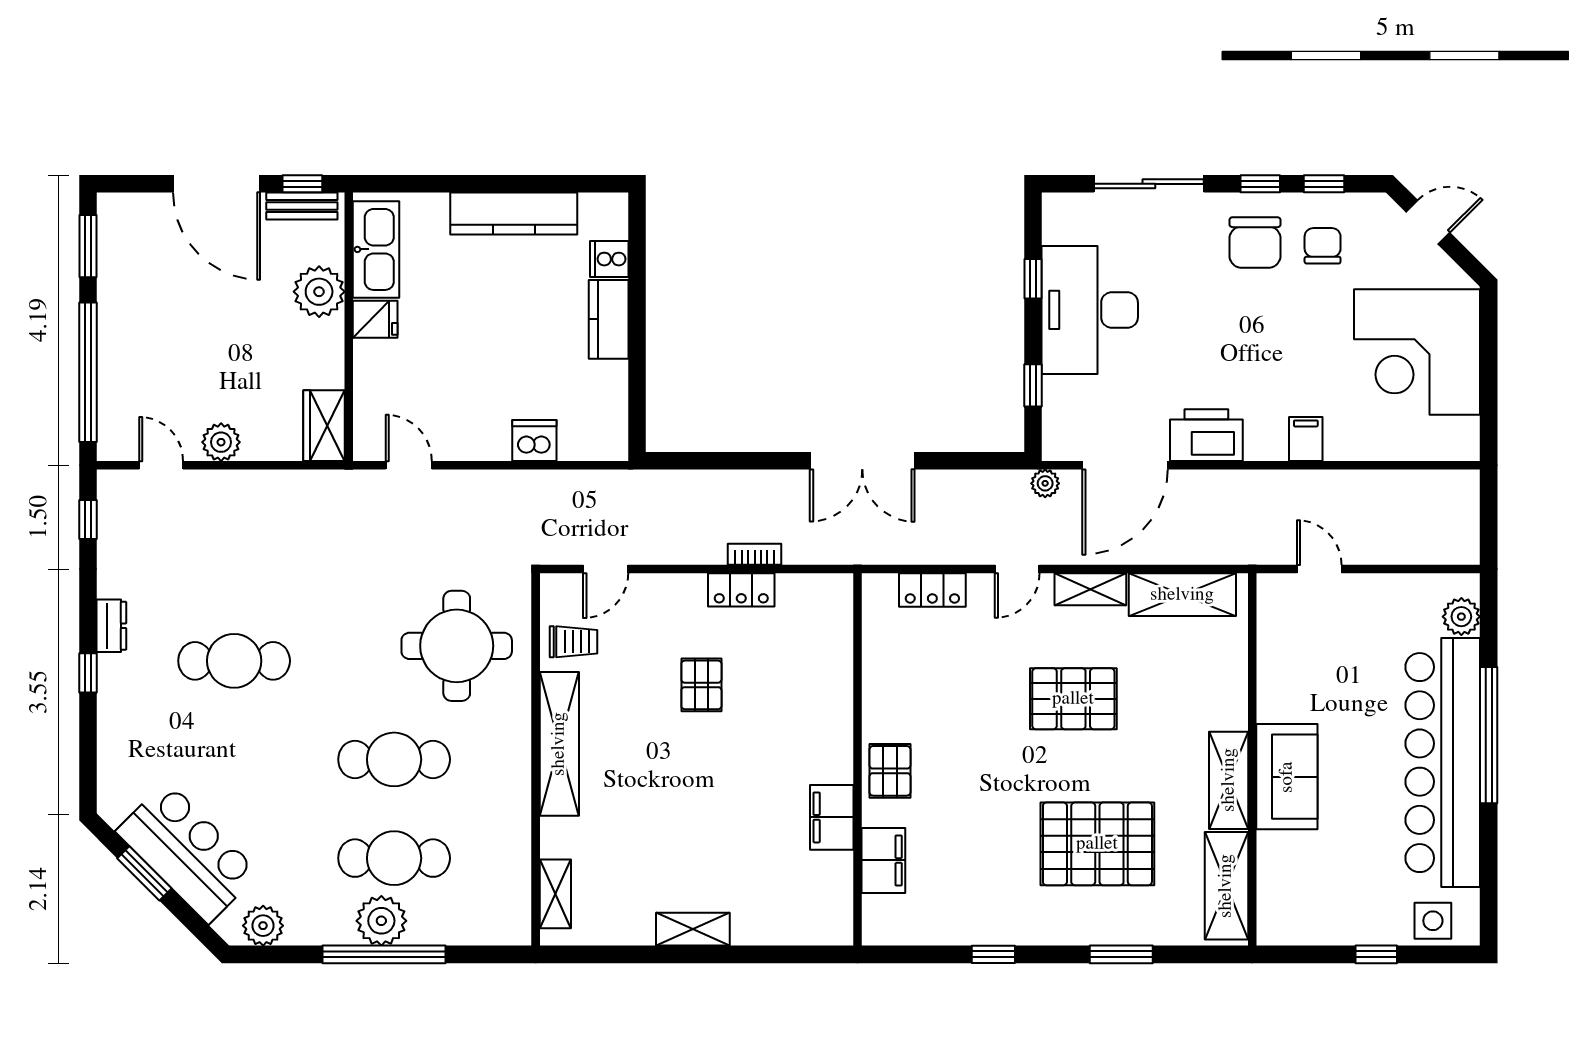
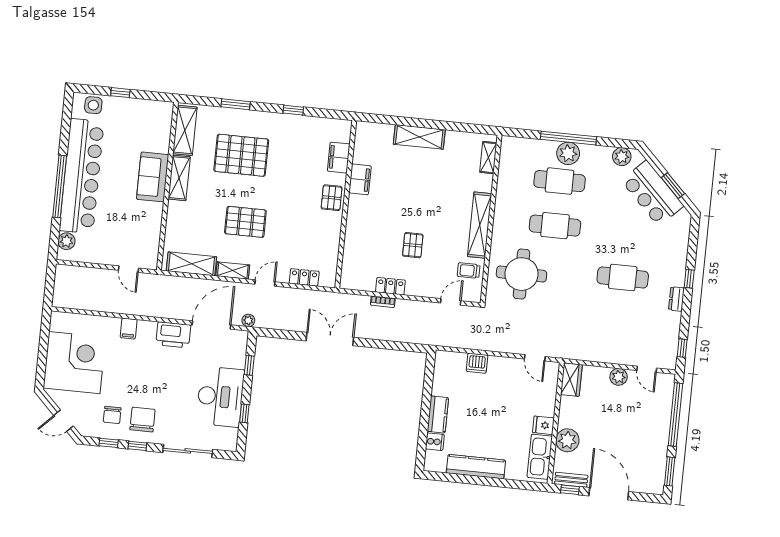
shelving: (693, 929) -> (419, 137), width x1.50, depth x1.33

